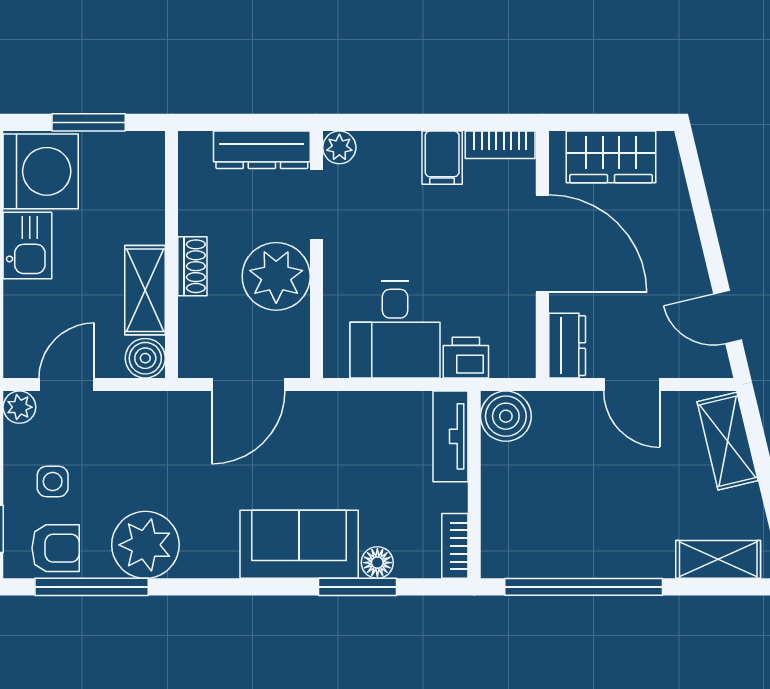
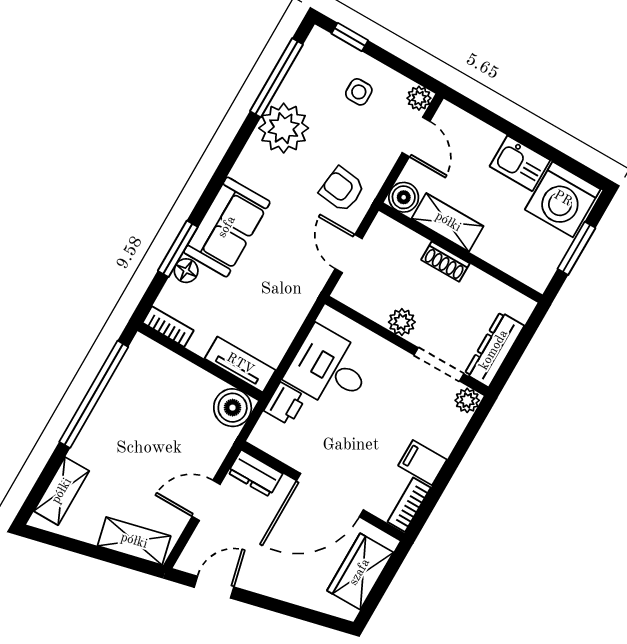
plant: (276, 276) -> (402, 322), width x0.53, depth x0.53
door: (248, 385) -> (349, 254), width x0.73
armchair: (56, 548) -> (342, 189), moved, turned 97

